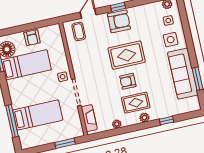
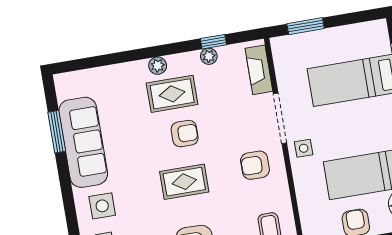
rug: (127, 55) -> (184, 182), width x0.73, depth x0.70
armchair: (89, 66) -> (255, 165), added
window: (166, 121) -> (213, 42), moved

